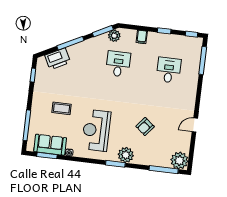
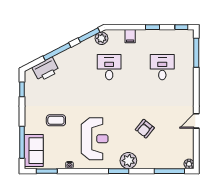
reception desk: (96, 130) -> (95, 139), turned 180
sofa: (50, 145) -> (34, 151), moved, turned 90
plant: (179, 161) -> (189, 164), width x0.53, depth x0.53

